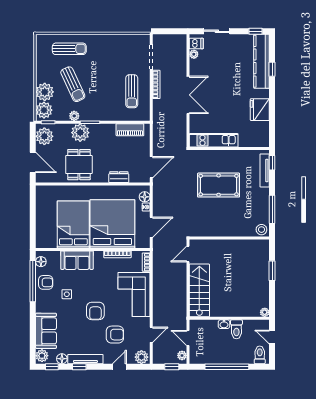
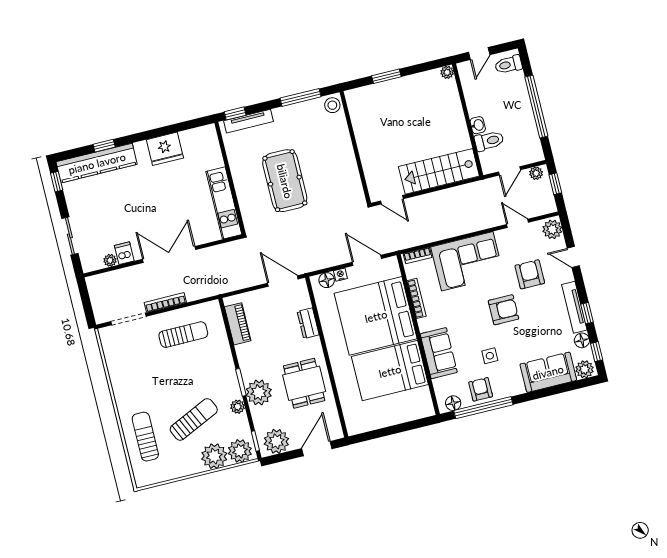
dishwasher: (196, 43) -> (124, 253), moved
dining table: (79, 165) -> (304, 383), turned 90
toilet: (236, 329) -> (489, 141), moved

